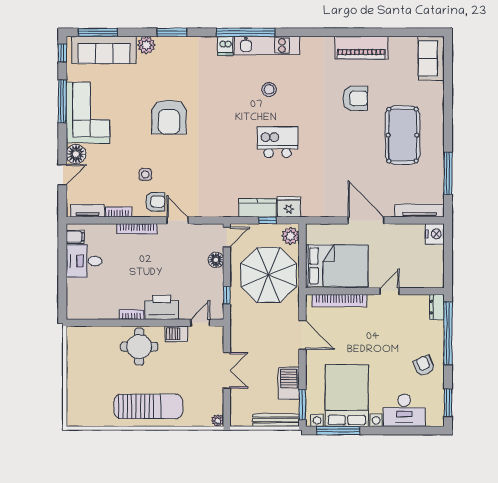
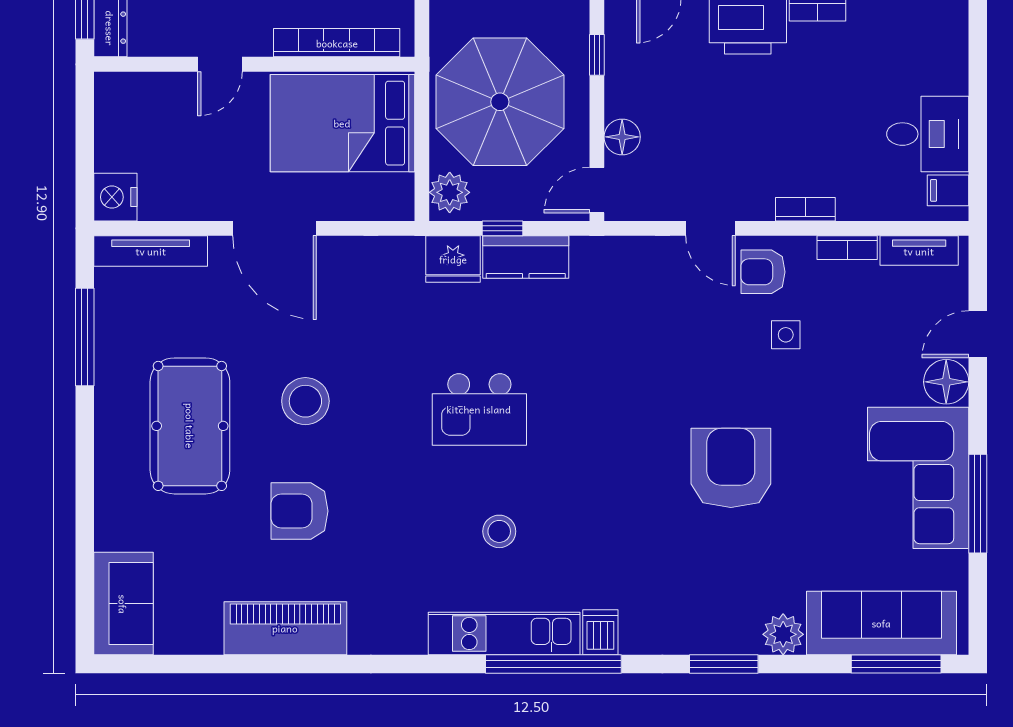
window: (62, 53) -> (978, 616), removed
stool: (353, 146) -> (305, 401), added
bookcase: (137, 229) -> (805, 209), width x0.64

